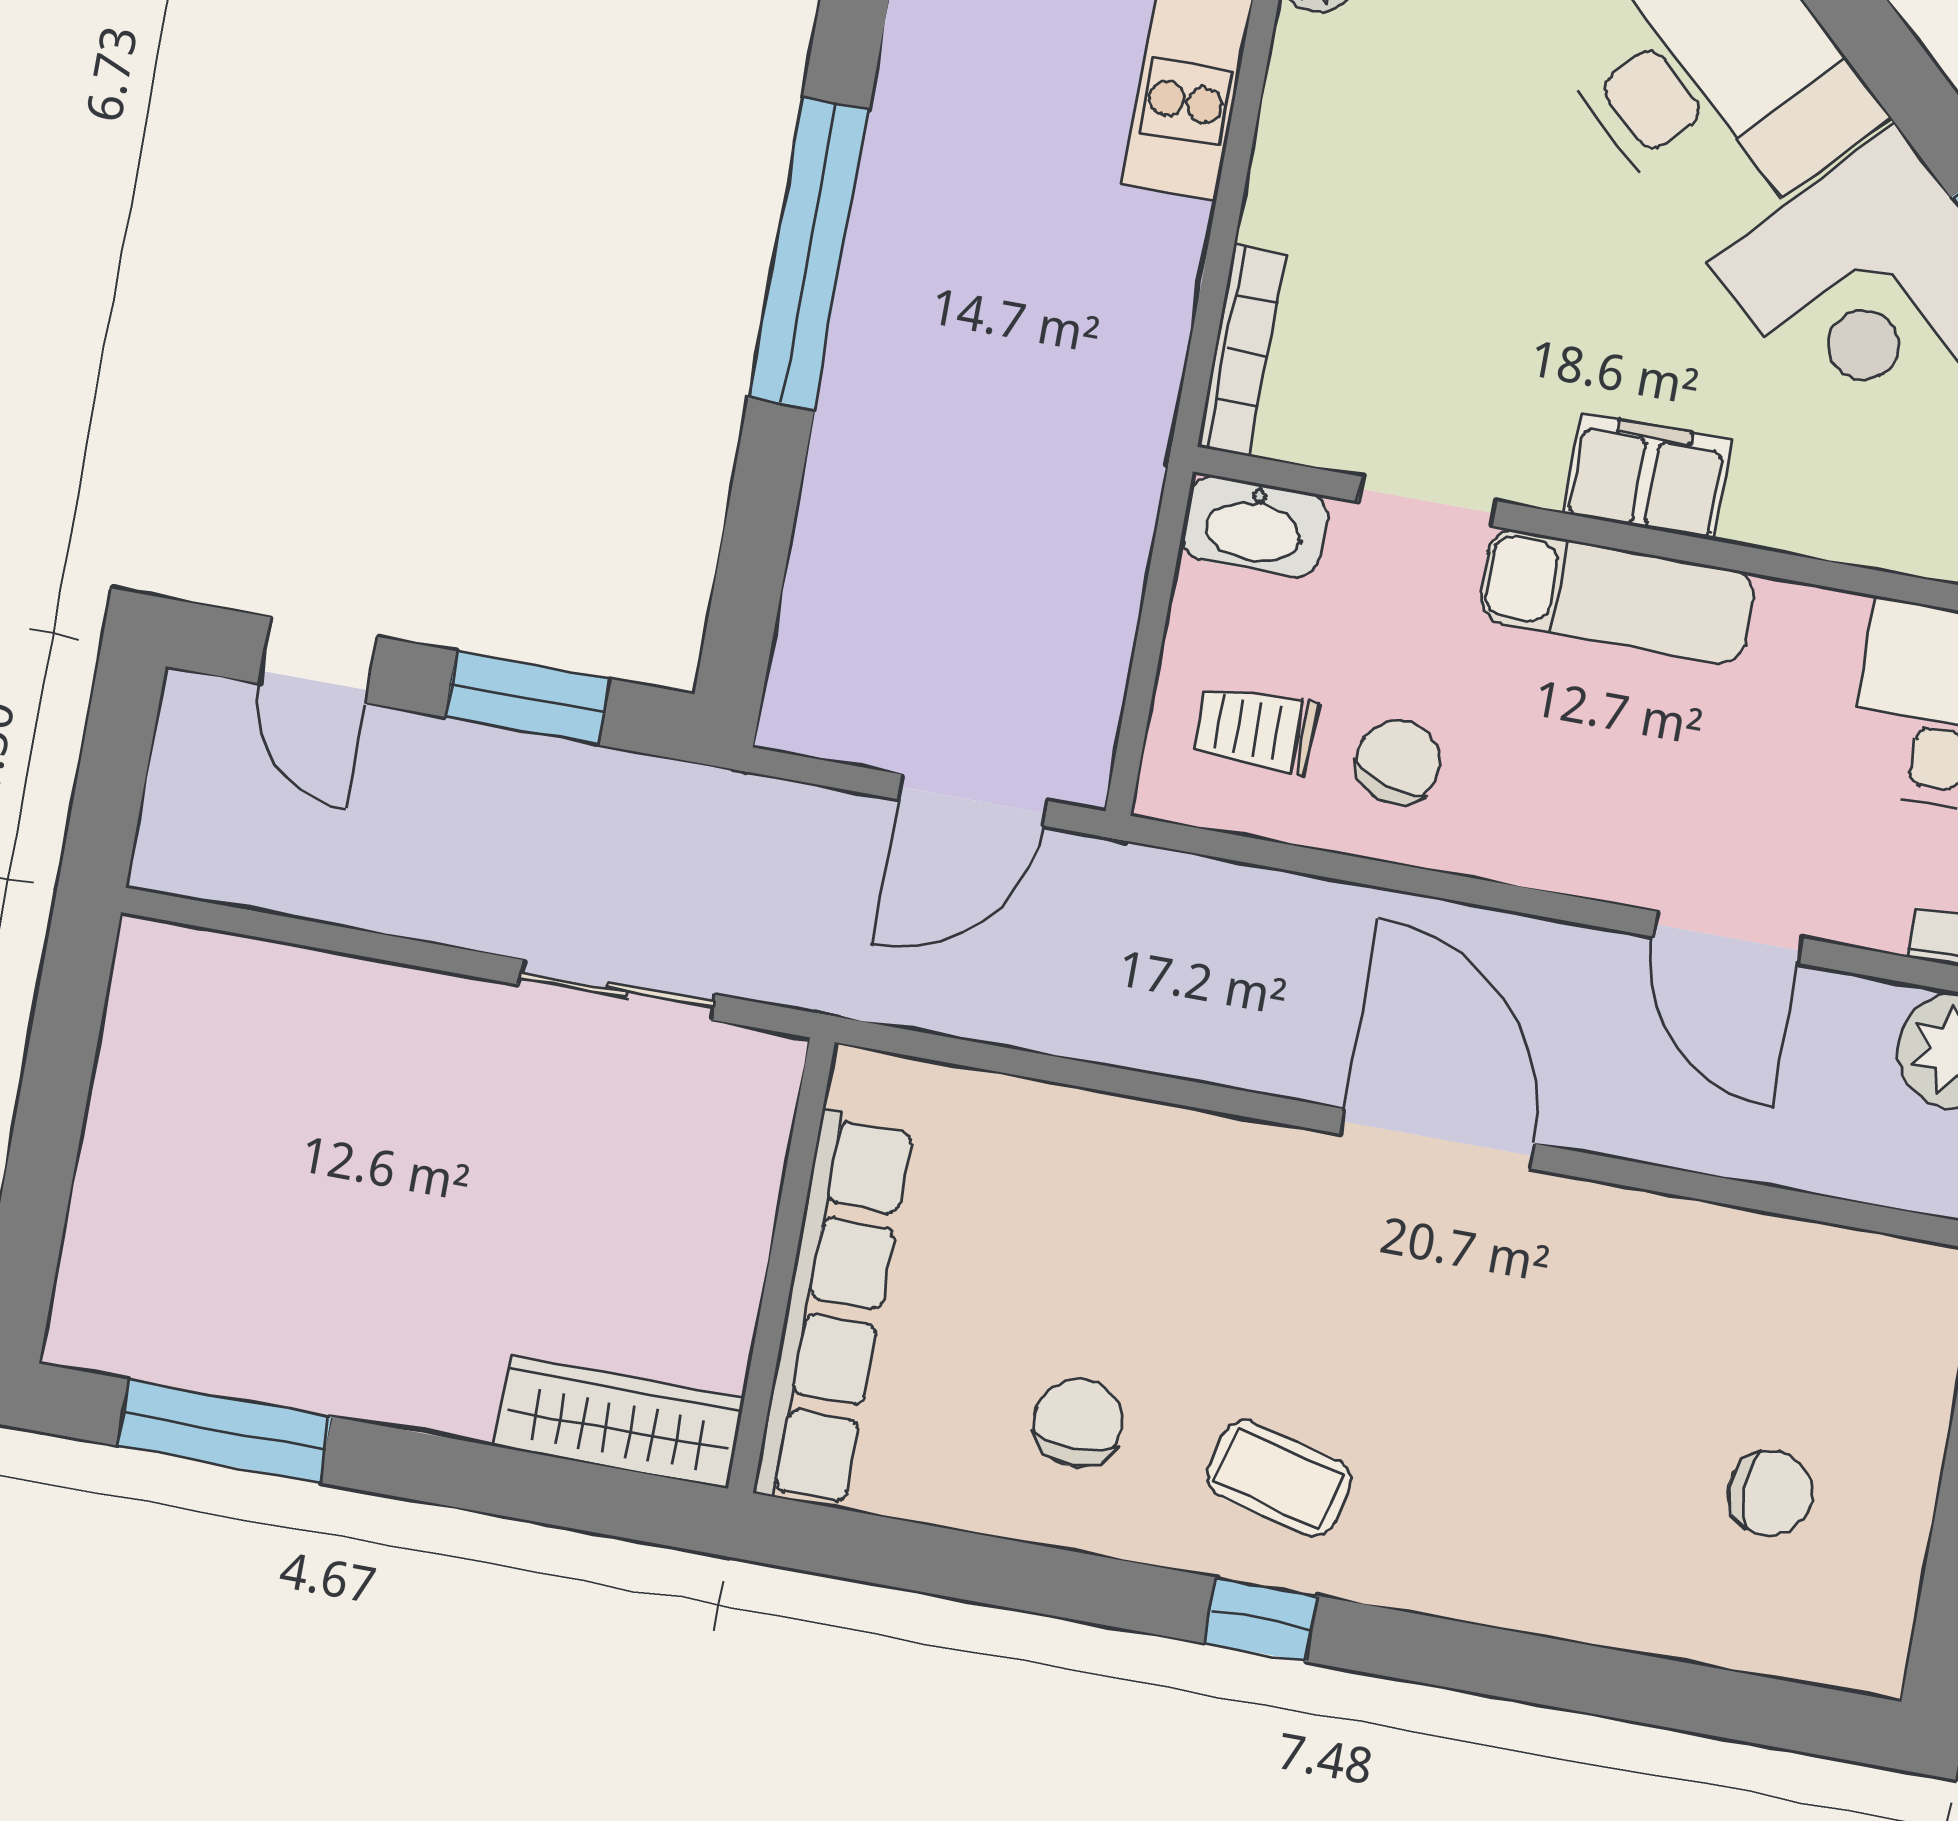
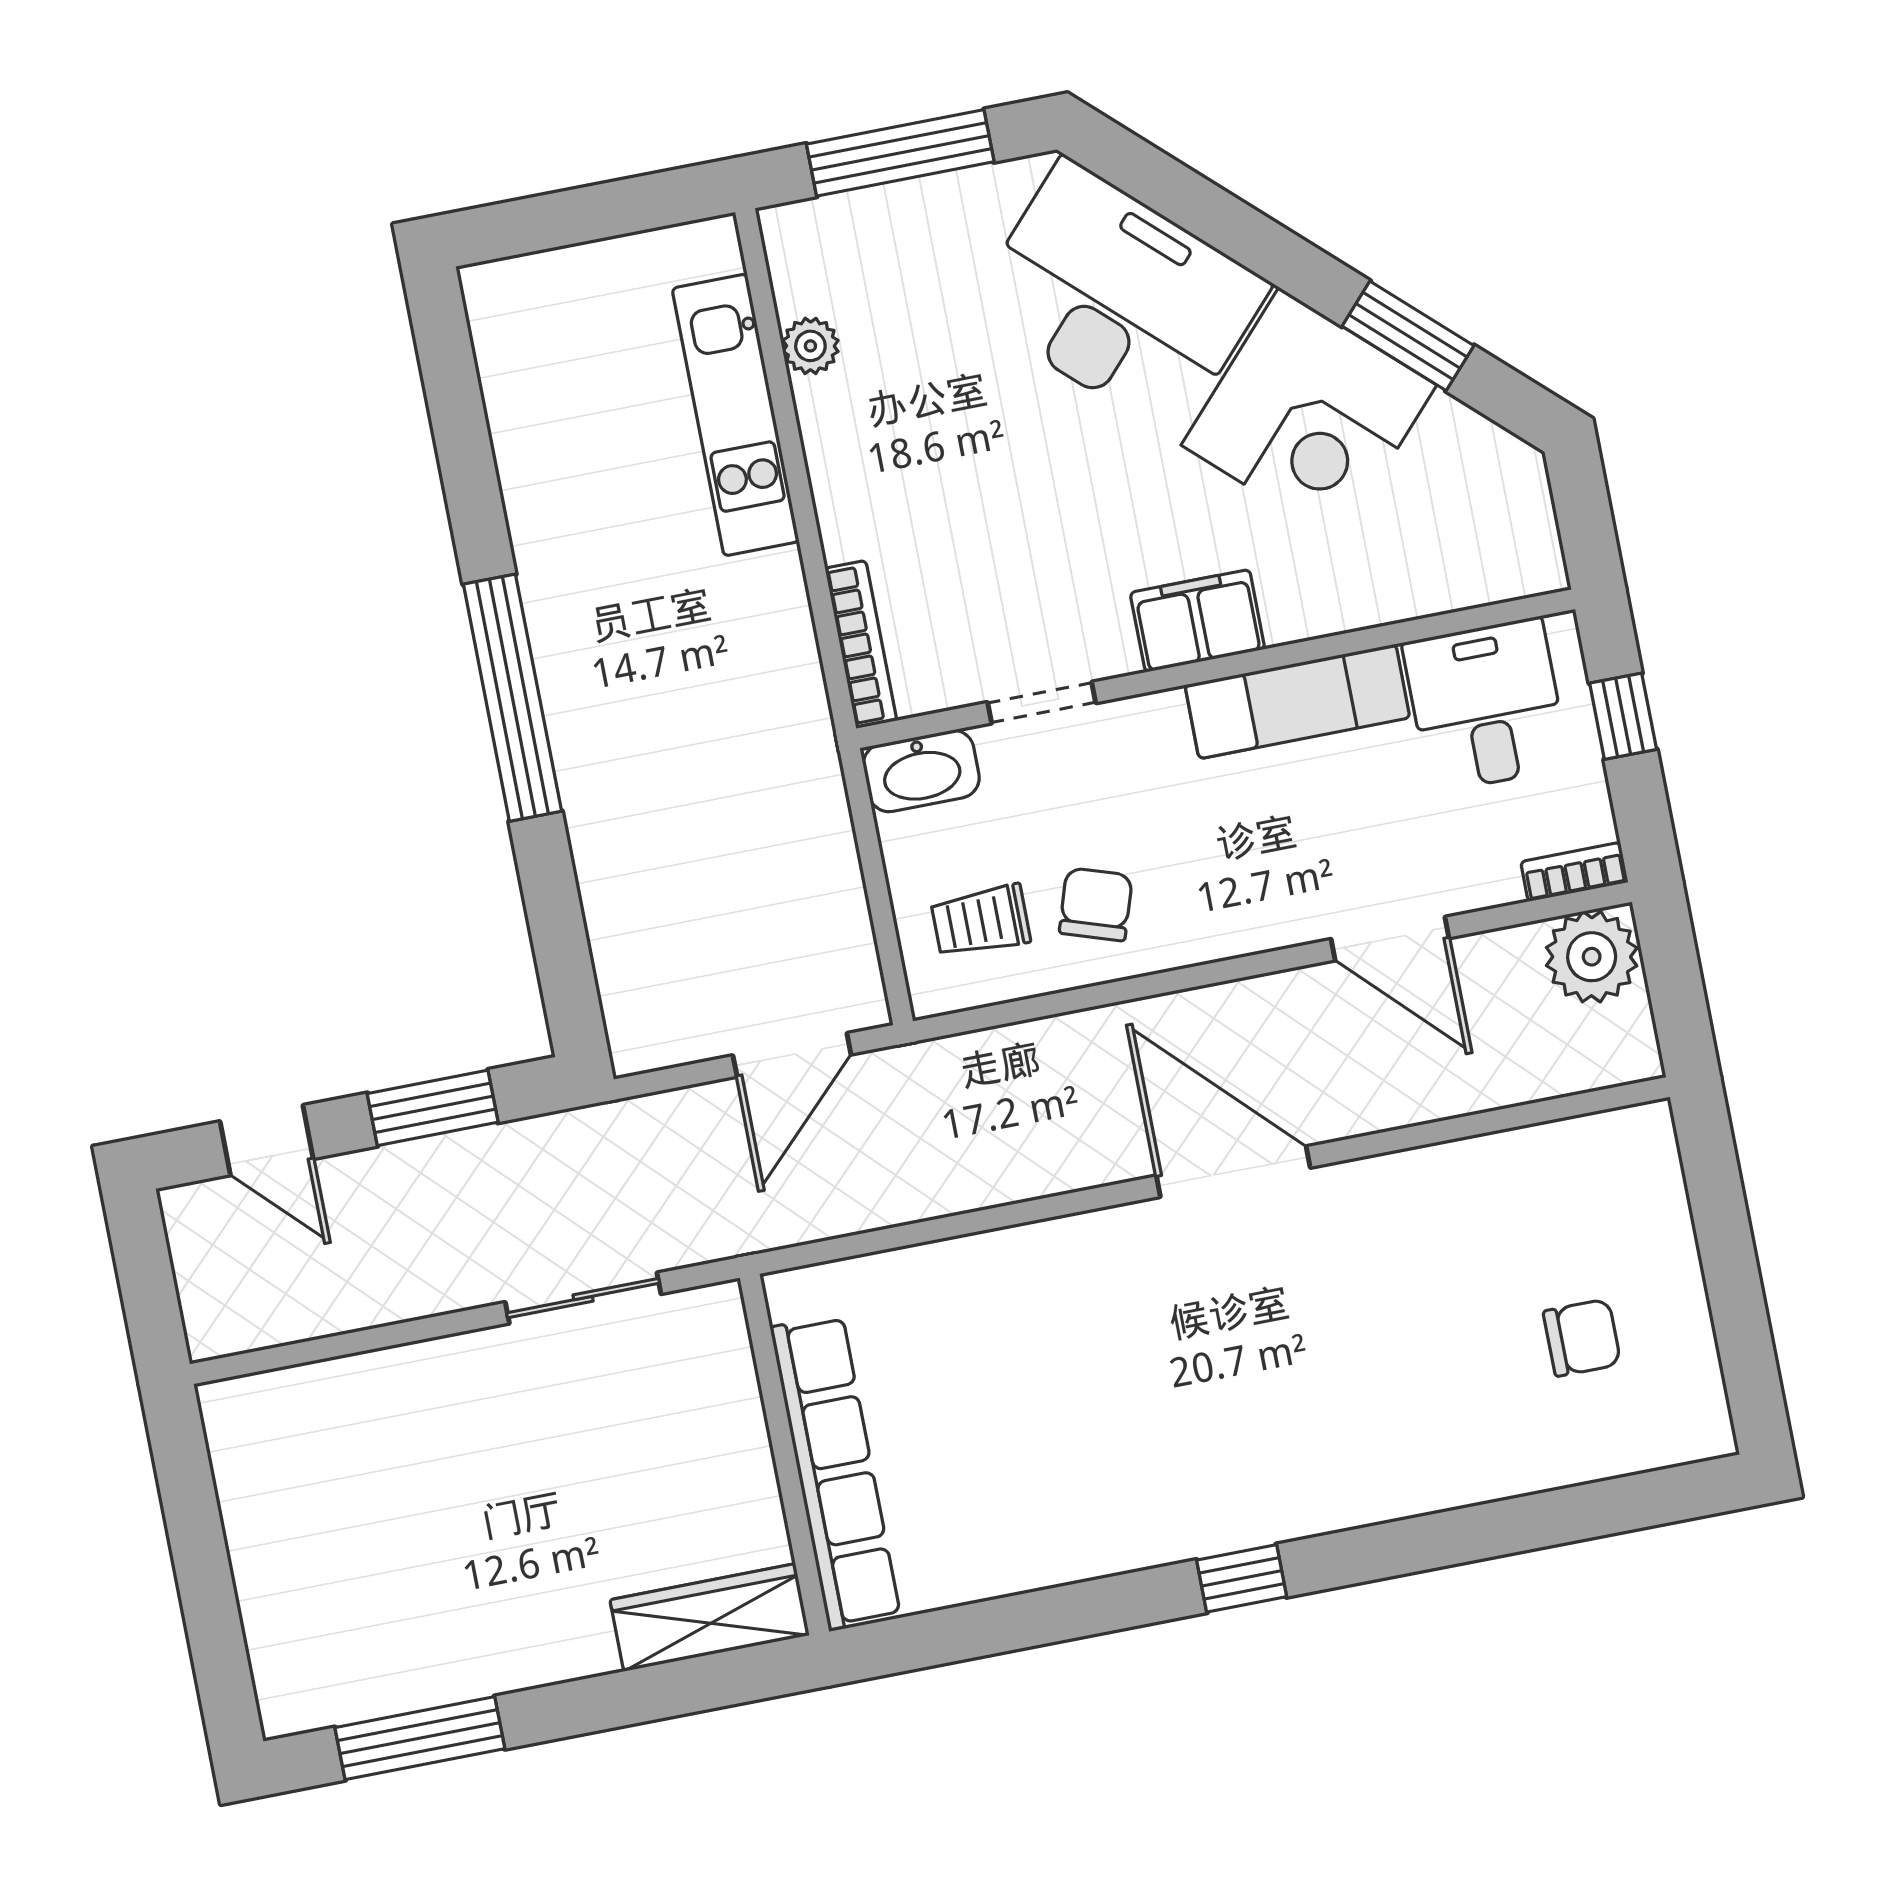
exam couch: (1617, 597) -> (1297, 701), moved
chair: (1078, 1423) -> (1049, 1485), removed
coffee table: (1279, 1479) -> (1214, 1469), removed

